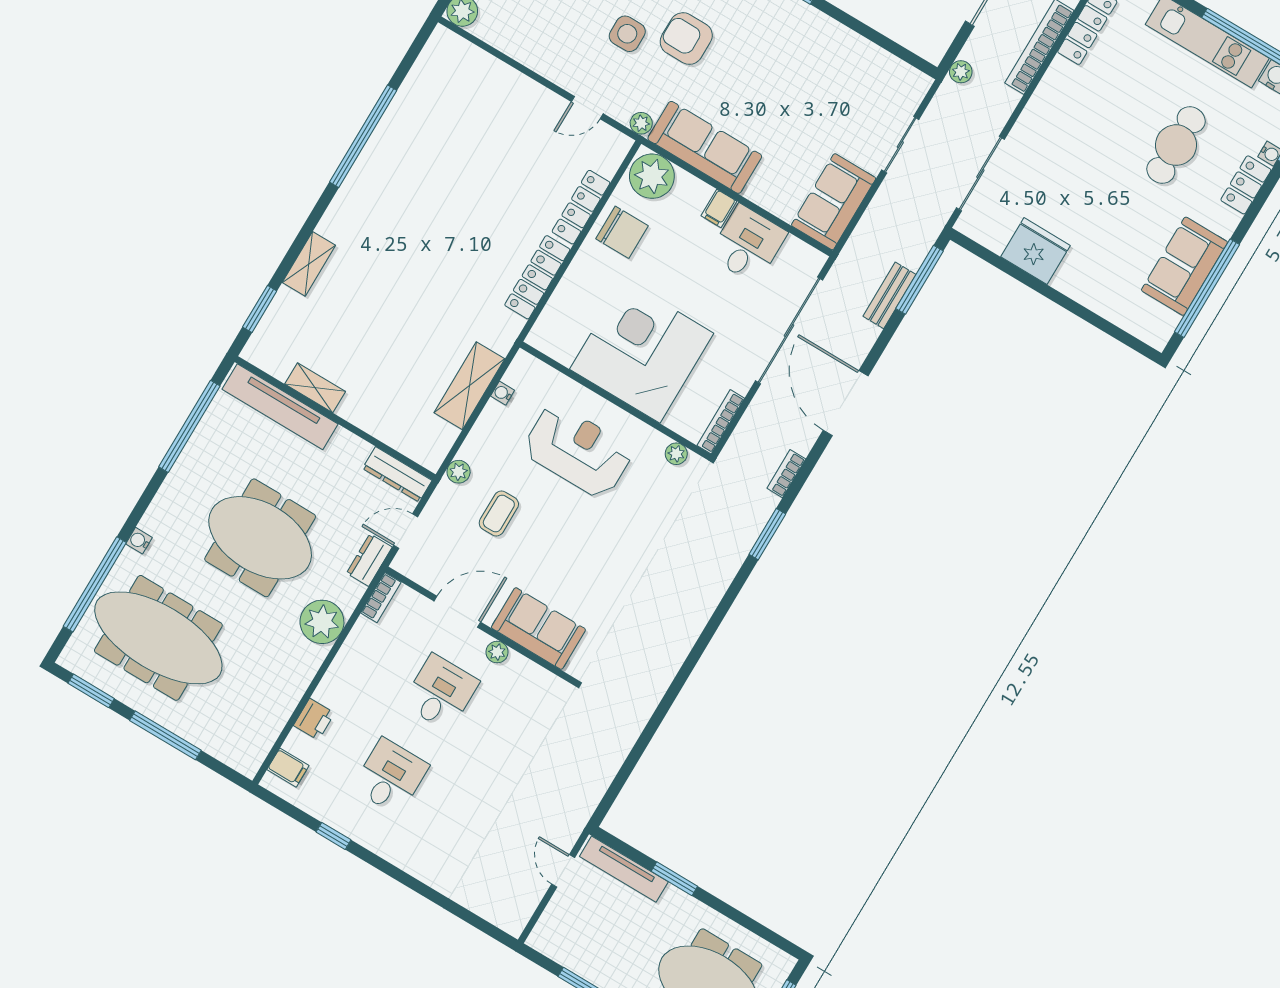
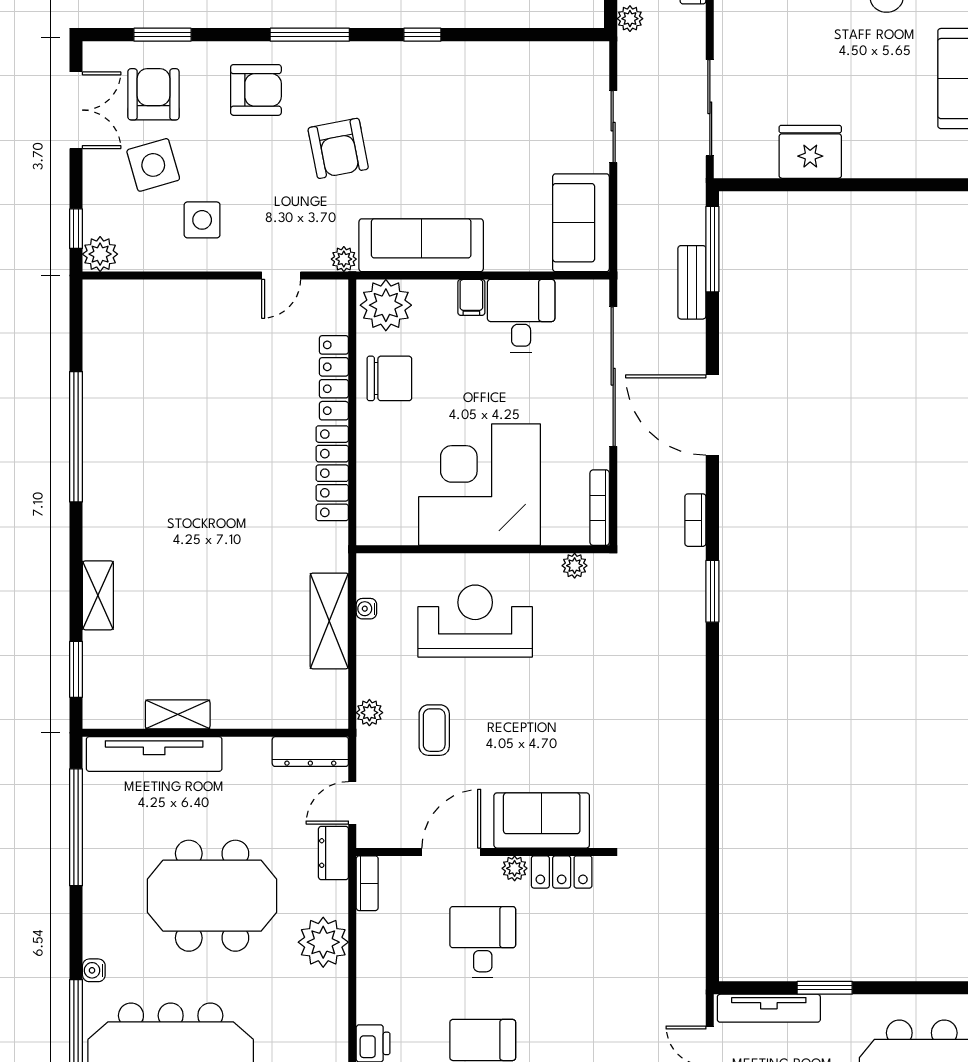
side table: (627, 34) -> (202, 220), moved
armchair: (686, 39) -> (338, 148), turned -101
locker: (530, 676) -> (562, 872), added

